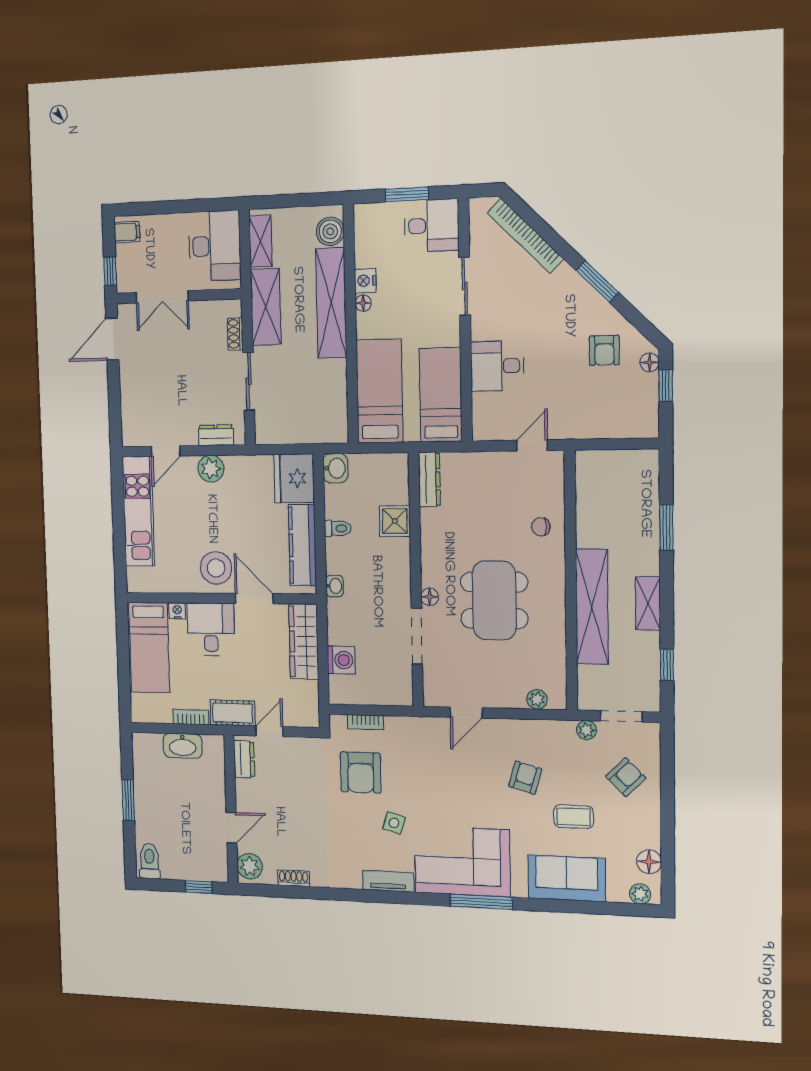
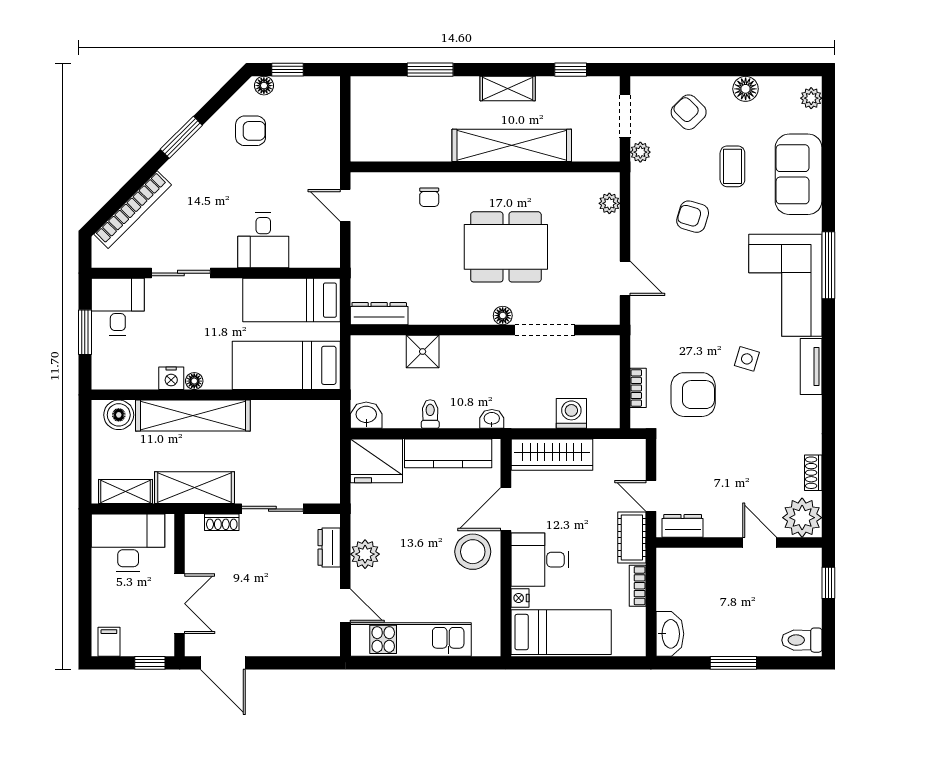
washbasin: (183, 746) -> (670, 634), moved
floor lamp: (649, 862) -> (746, 89), moved
plant: (250, 866) -> (802, 518), width x1.36, depth x1.36

